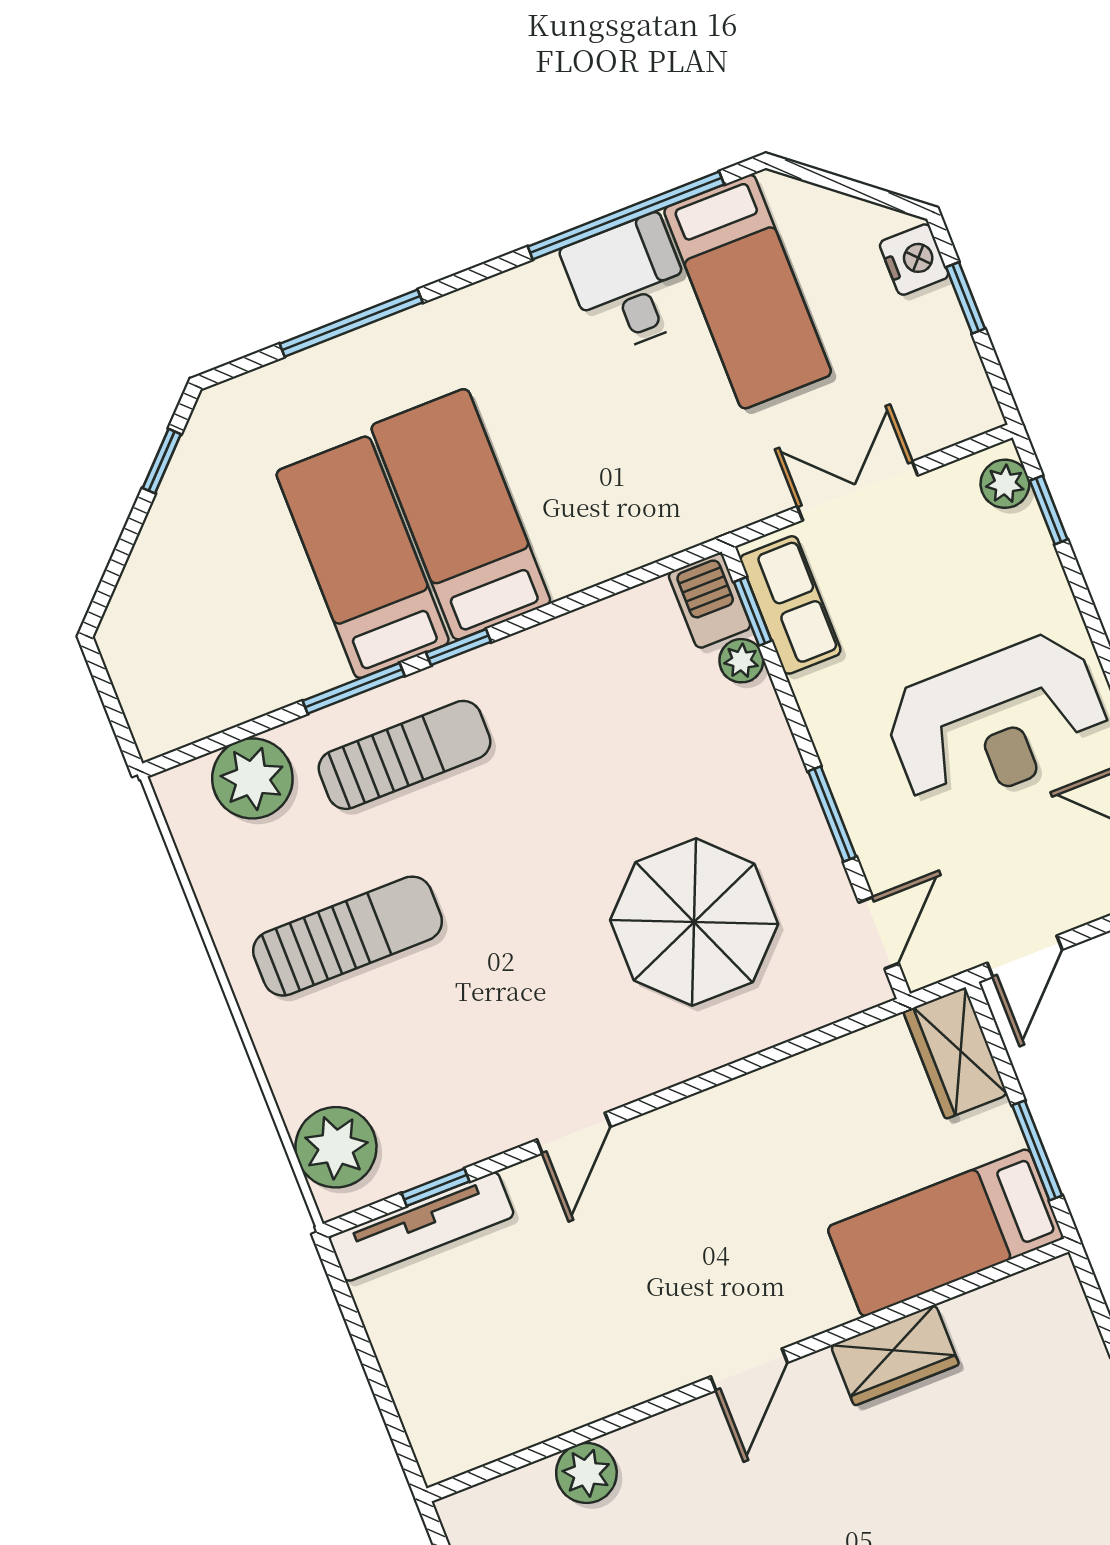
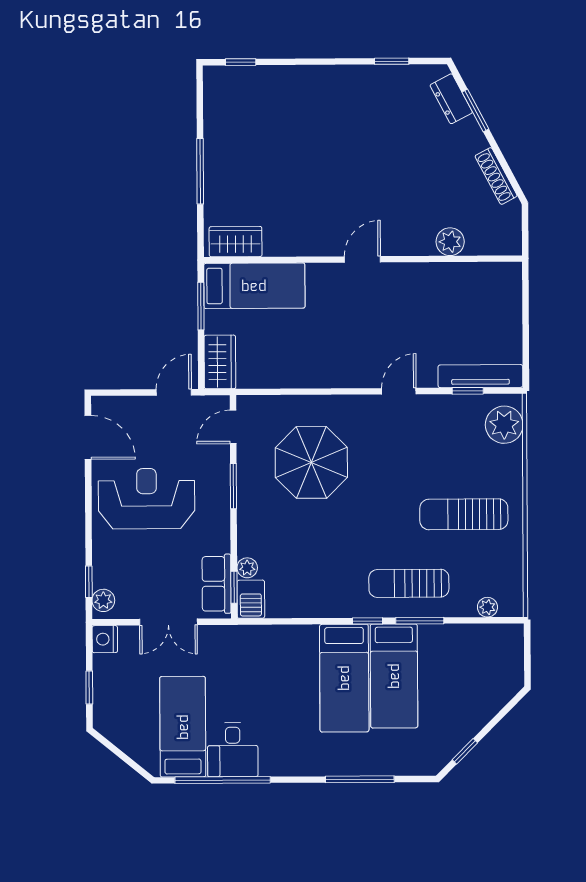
nightstand: (914, 260) -> (105, 639), moved
plant: (252, 778) -> (487, 607), width x0.53, depth x0.53
wardrobe: (895, 1355) -> (236, 242), moved

